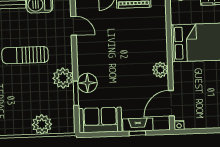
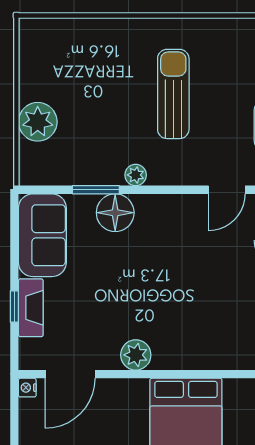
plant: (63, 78) -> (136, 175), width x0.53, depth x0.53
door: (171, 103) -> (70, 374), swing flipped

